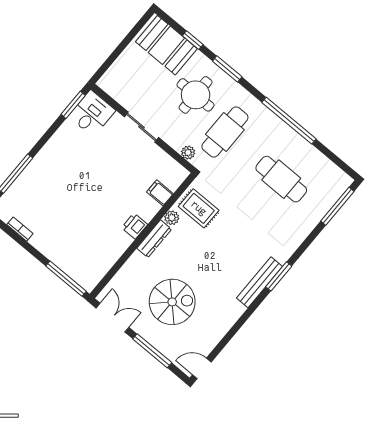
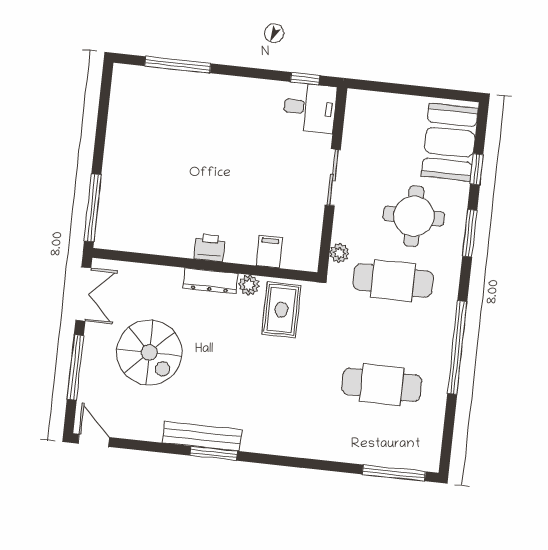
window: (73, 105) -> (305, 79), width x0.67
cafe table: (281, 179) -> (382, 385), turned 90
bookcase: (20, 229) -> (115, 114), removed
window: (279, 276) -> (214, 453), moved
bench: (259, 282) -> (202, 436), moved

